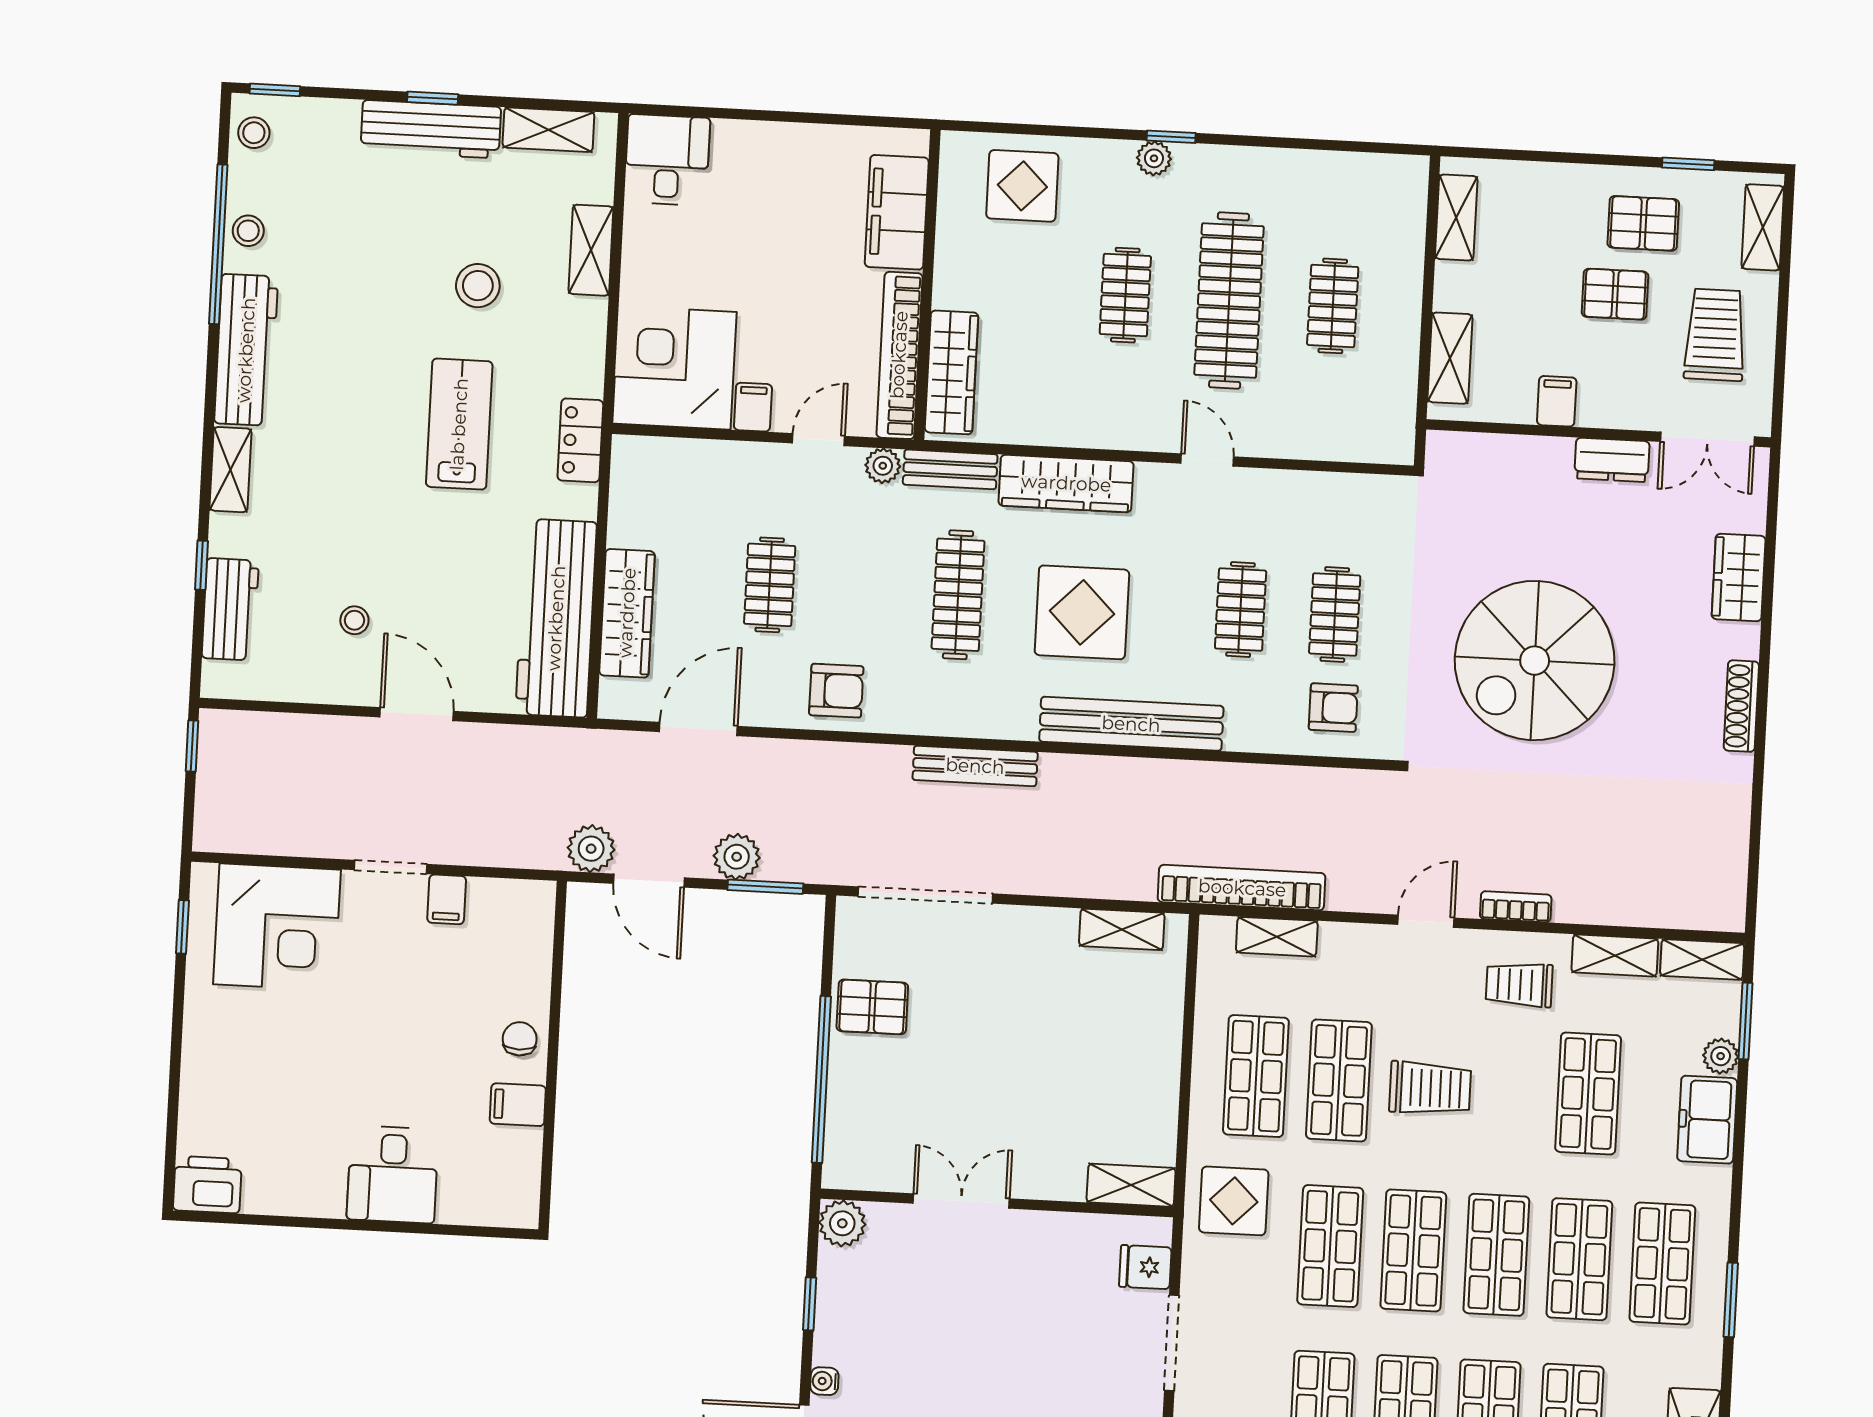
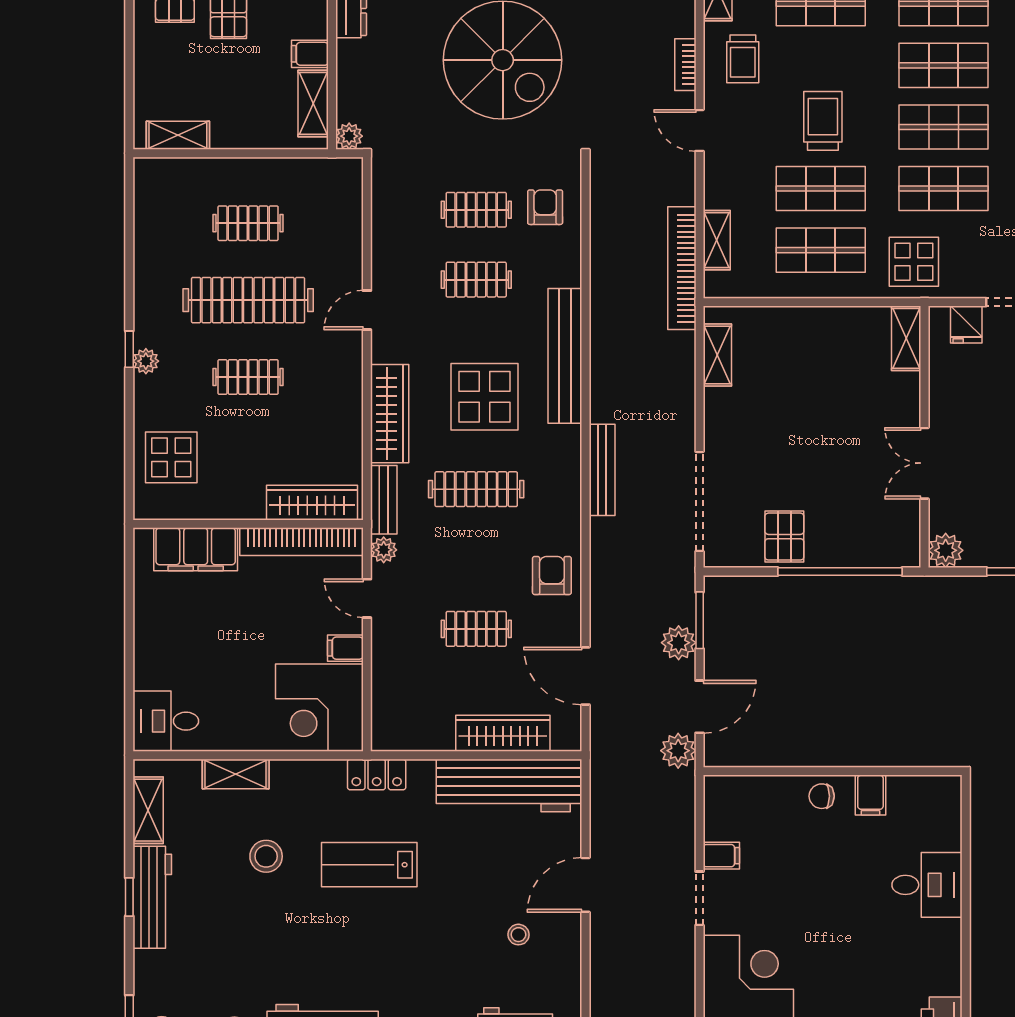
shelving: (1450, 358) -> (313, 103), moved, turned 90
plant: (1443, 448) -> (349, 136), added

